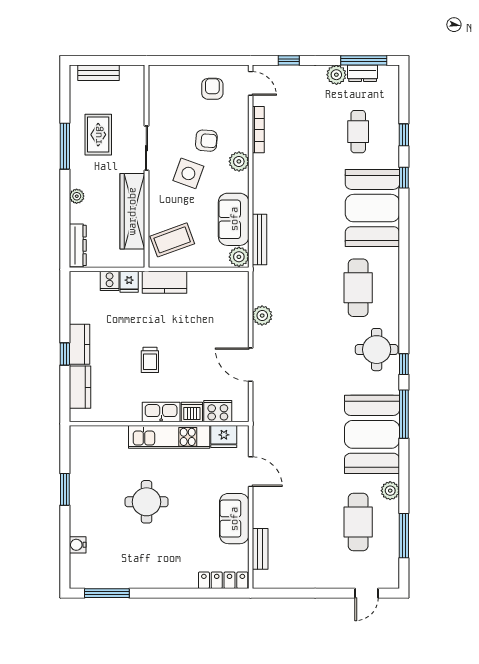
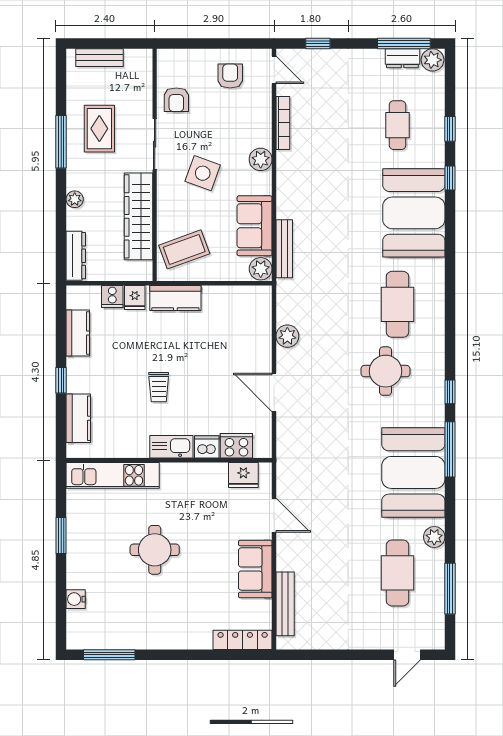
plant: (336, 75) -> (433, 60), moved
armchair: (206, 141) -> (176, 100), moved, turned 86
kitchen counter: (79, 344) -> (78, 333), moved
round table: (377, 350) -> (386, 371), moved
kitchen unit: (169, 437) -> (113, 475), moved
bench: (260, 549) -> (285, 604), width x1.36

